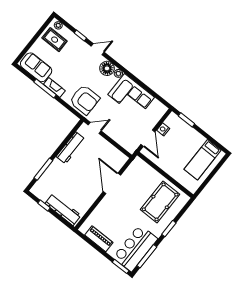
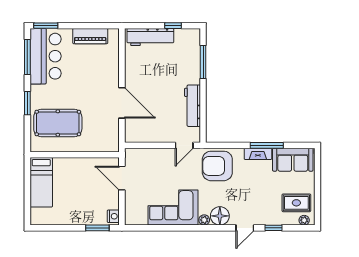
nightstand: (163, 129) -> (113, 216), moved
bed: (203, 160) -> (41, 182), moved, turned 180
pool table: (160, 202) -> (58, 123), turned 90

